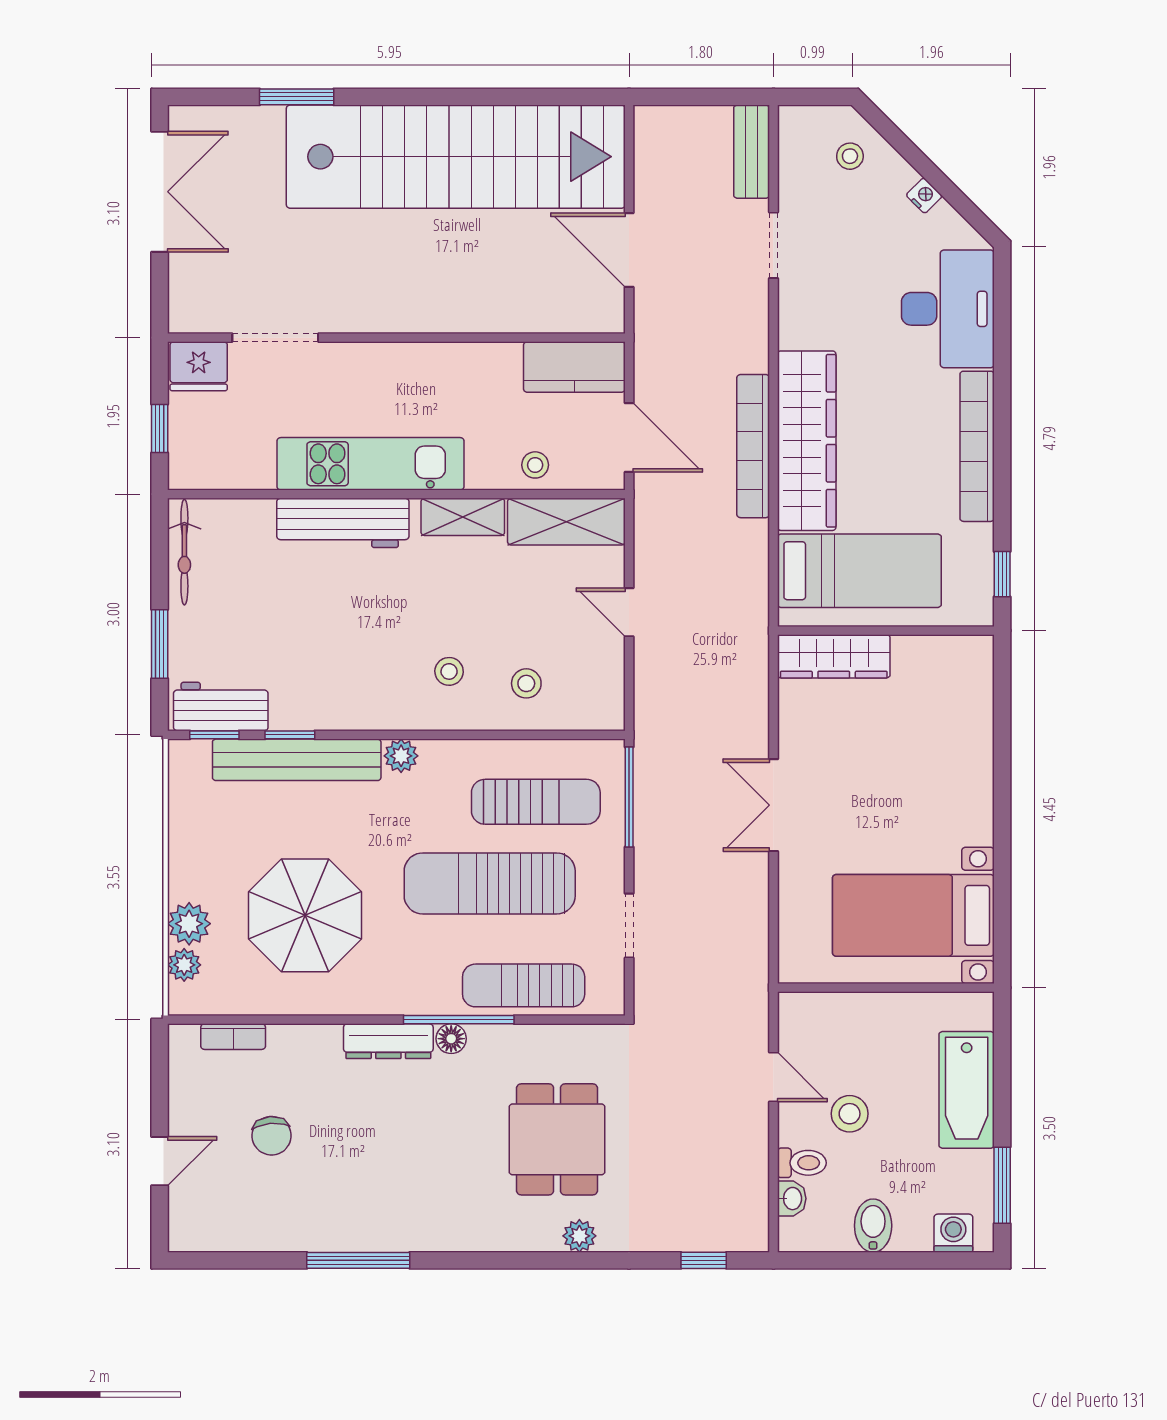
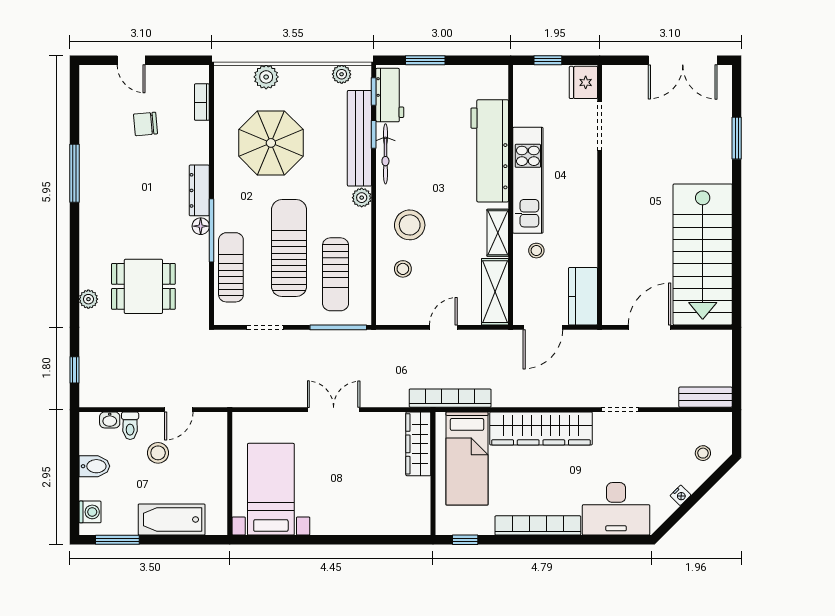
stairs: (456, 157) -> (703, 254), width x0.73
doorway: (773, 245) -> (620, 410), moved
bookcase: (753, 446) -> (450, 398), moved
stool: (535, 465) -> (536, 251), moved
workbench: (343, 523) -> (490, 151), width x1.36, depth x1.32
bicycle: (184, 552) -> (385, 154), moved, turned -90
stool: (449, 671) -> (410, 225), width x1.89, depth x1.89
plant: (184, 965) -> (342, 74), moved

